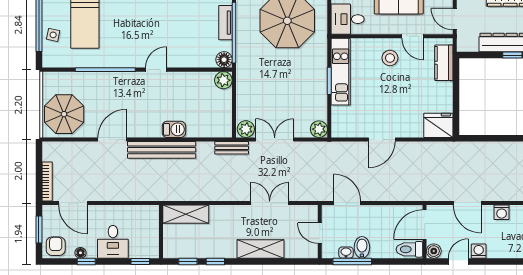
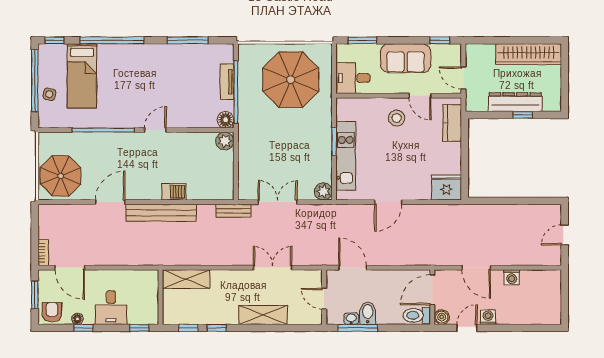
kitchen unit: (341, 72) -> (346, 156), moved
plant: (246, 129) -> (248, 191), removed
bookcase: (47, 181) -> (43, 253), width x0.64

